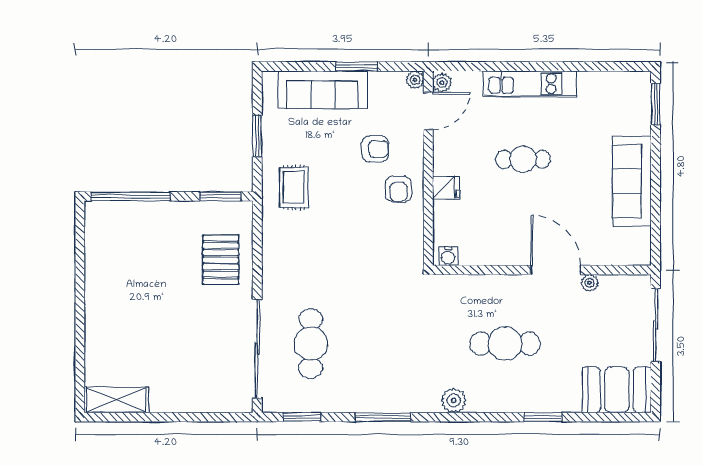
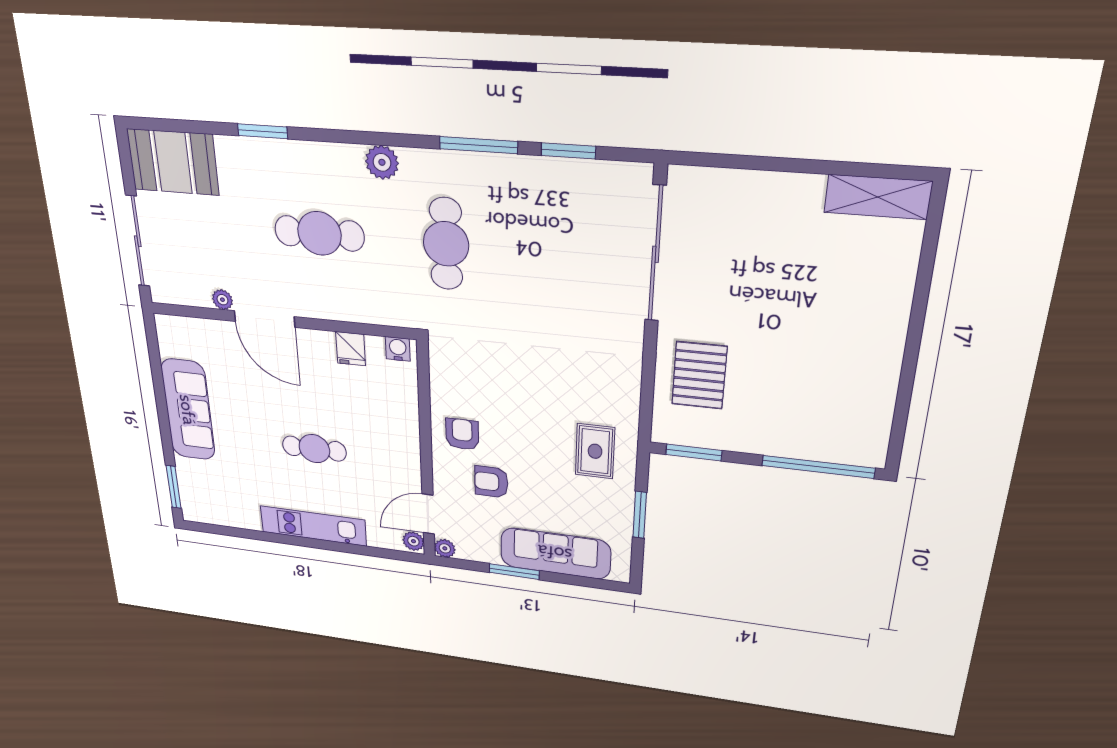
fridge: (446, 188) -> (351, 349), moved, turned -90
cafe table: (311, 344) -> (446, 244), moved
window: (302, 417) -> (568, 151), moved

